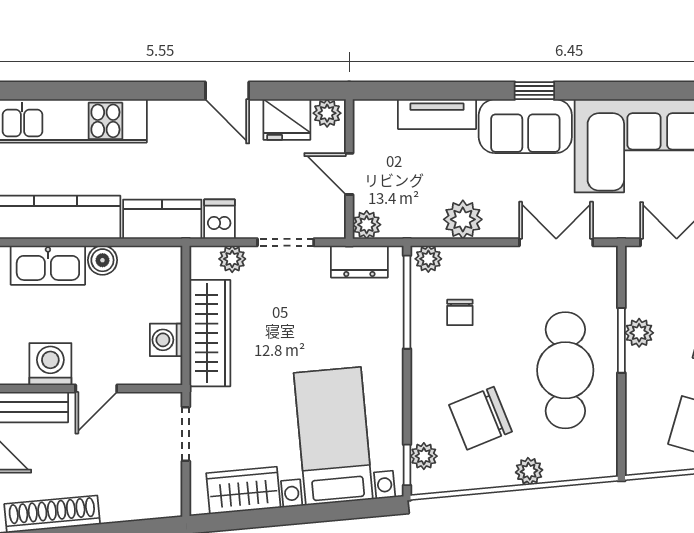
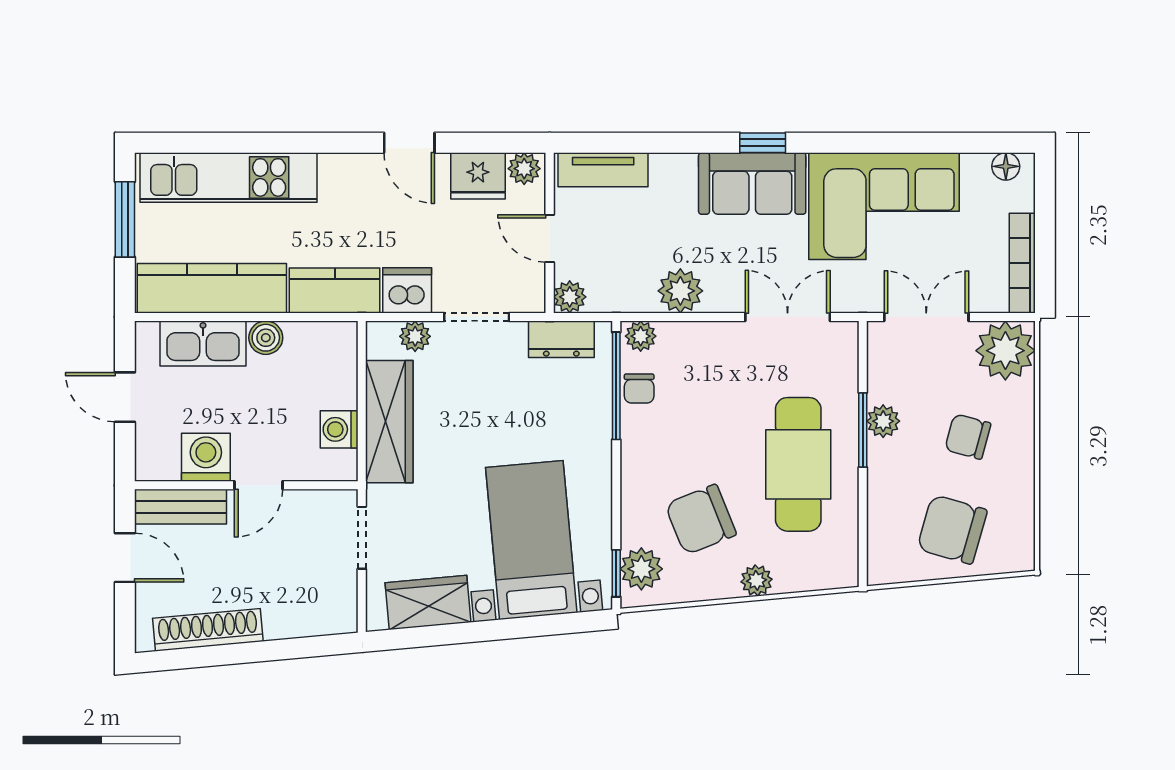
tv unit: (437, 114) -> (603, 170), moved
dishwasher: (220, 219) -> (407, 290), width x1.38
chair: (460, 312) -> (639, 389), moved
plant: (424, 456) -> (641, 569), width x1.38, depth x1.38

